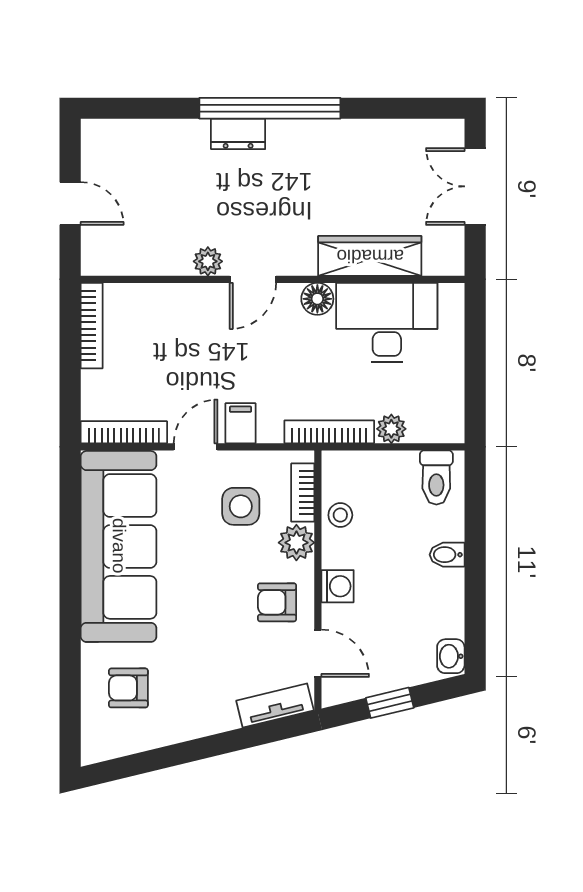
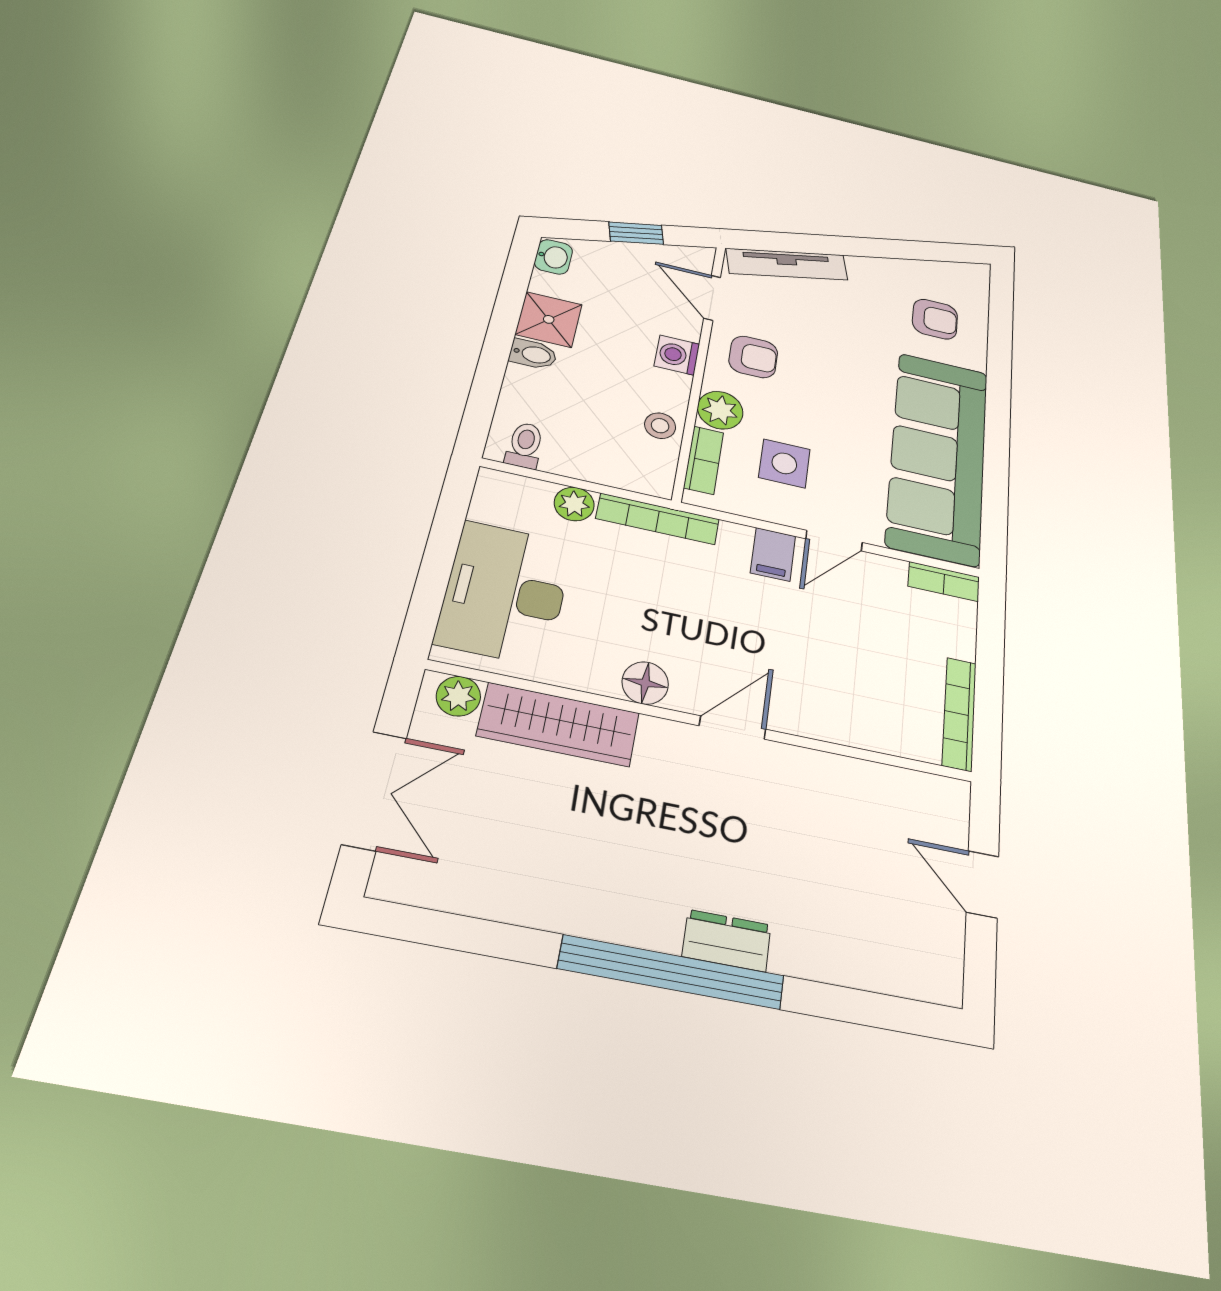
plant: (208, 261) -> (458, 696), moved
desk: (387, 323) -> (505, 593), moved, turned 90
bookcase: (124, 432) -> (944, 582), width x0.64
toilet: (436, 477) -> (525, 445), width x0.73, depth x0.72
shower: (442, 592) -> (549, 319), added
tv unit: (275, 706) -> (787, 264), width x1.41

